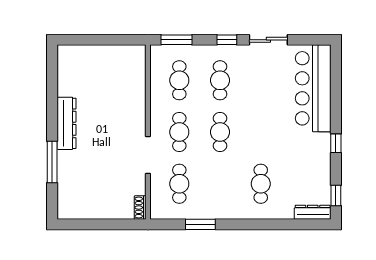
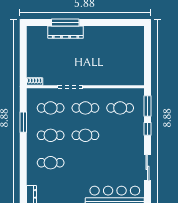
window: (227, 40) -> (147, 129), moved
cafe table: (220, 80) -> (51, 135), moved
dresser: (67, 123) -> (66, 32), moved

